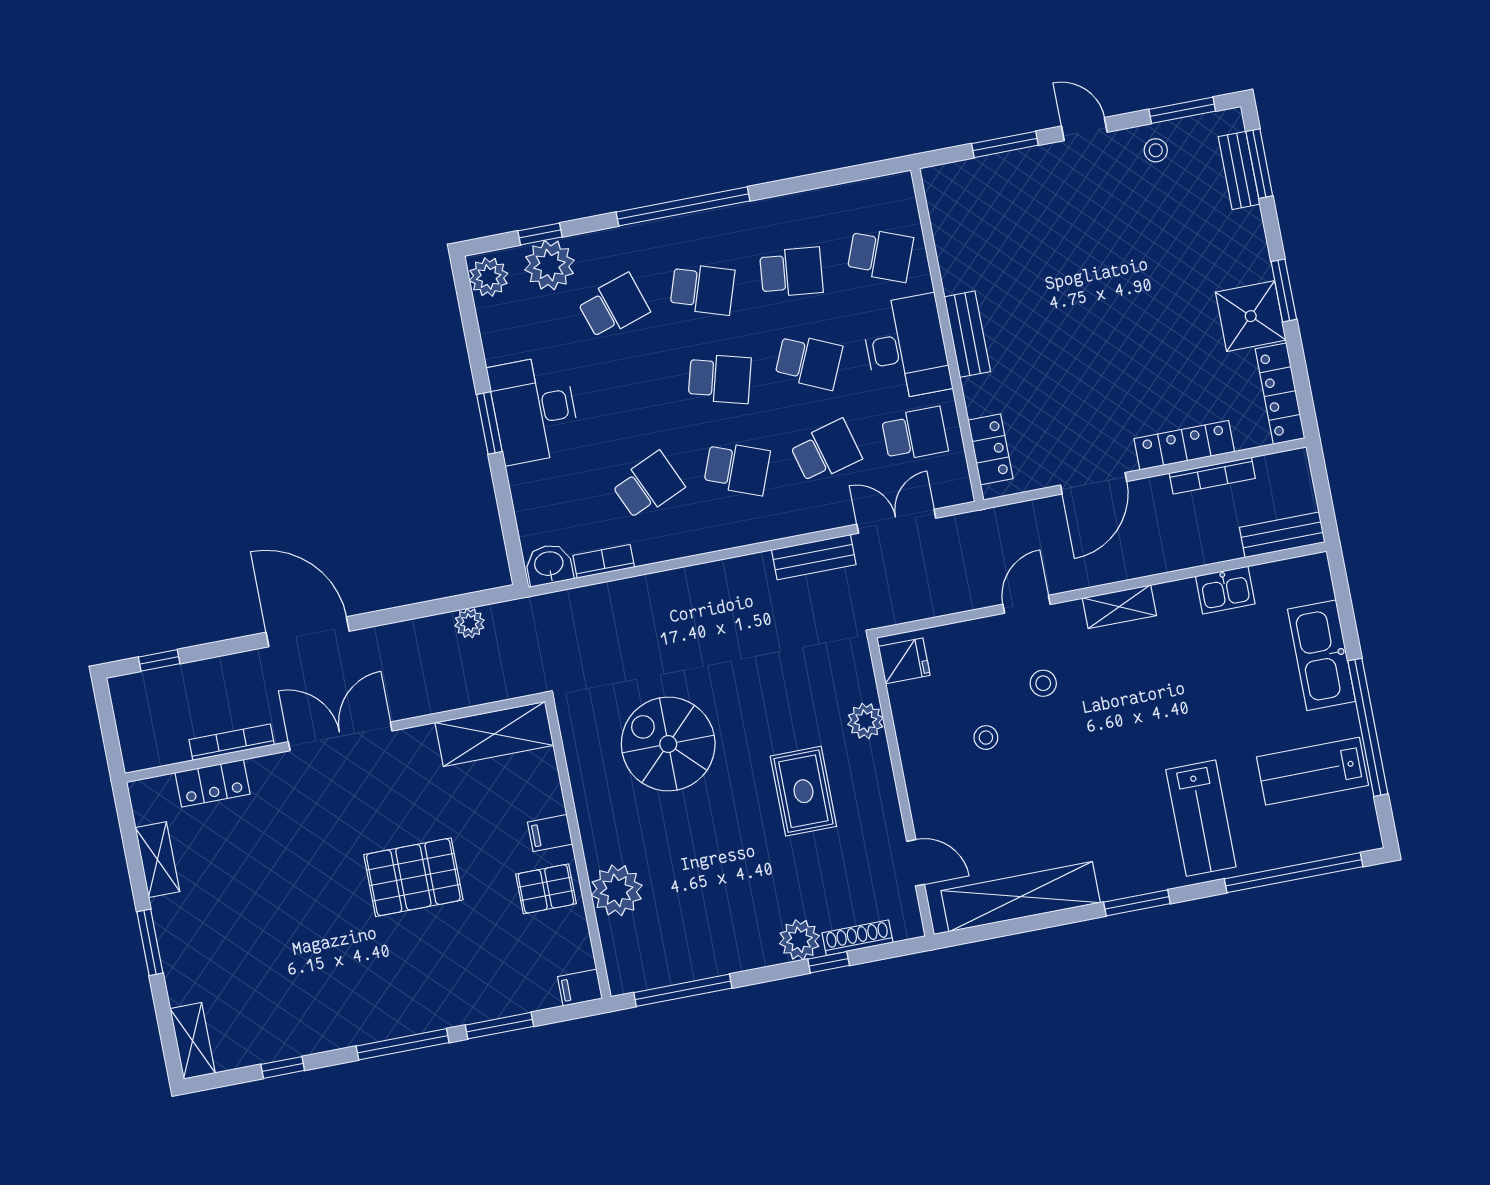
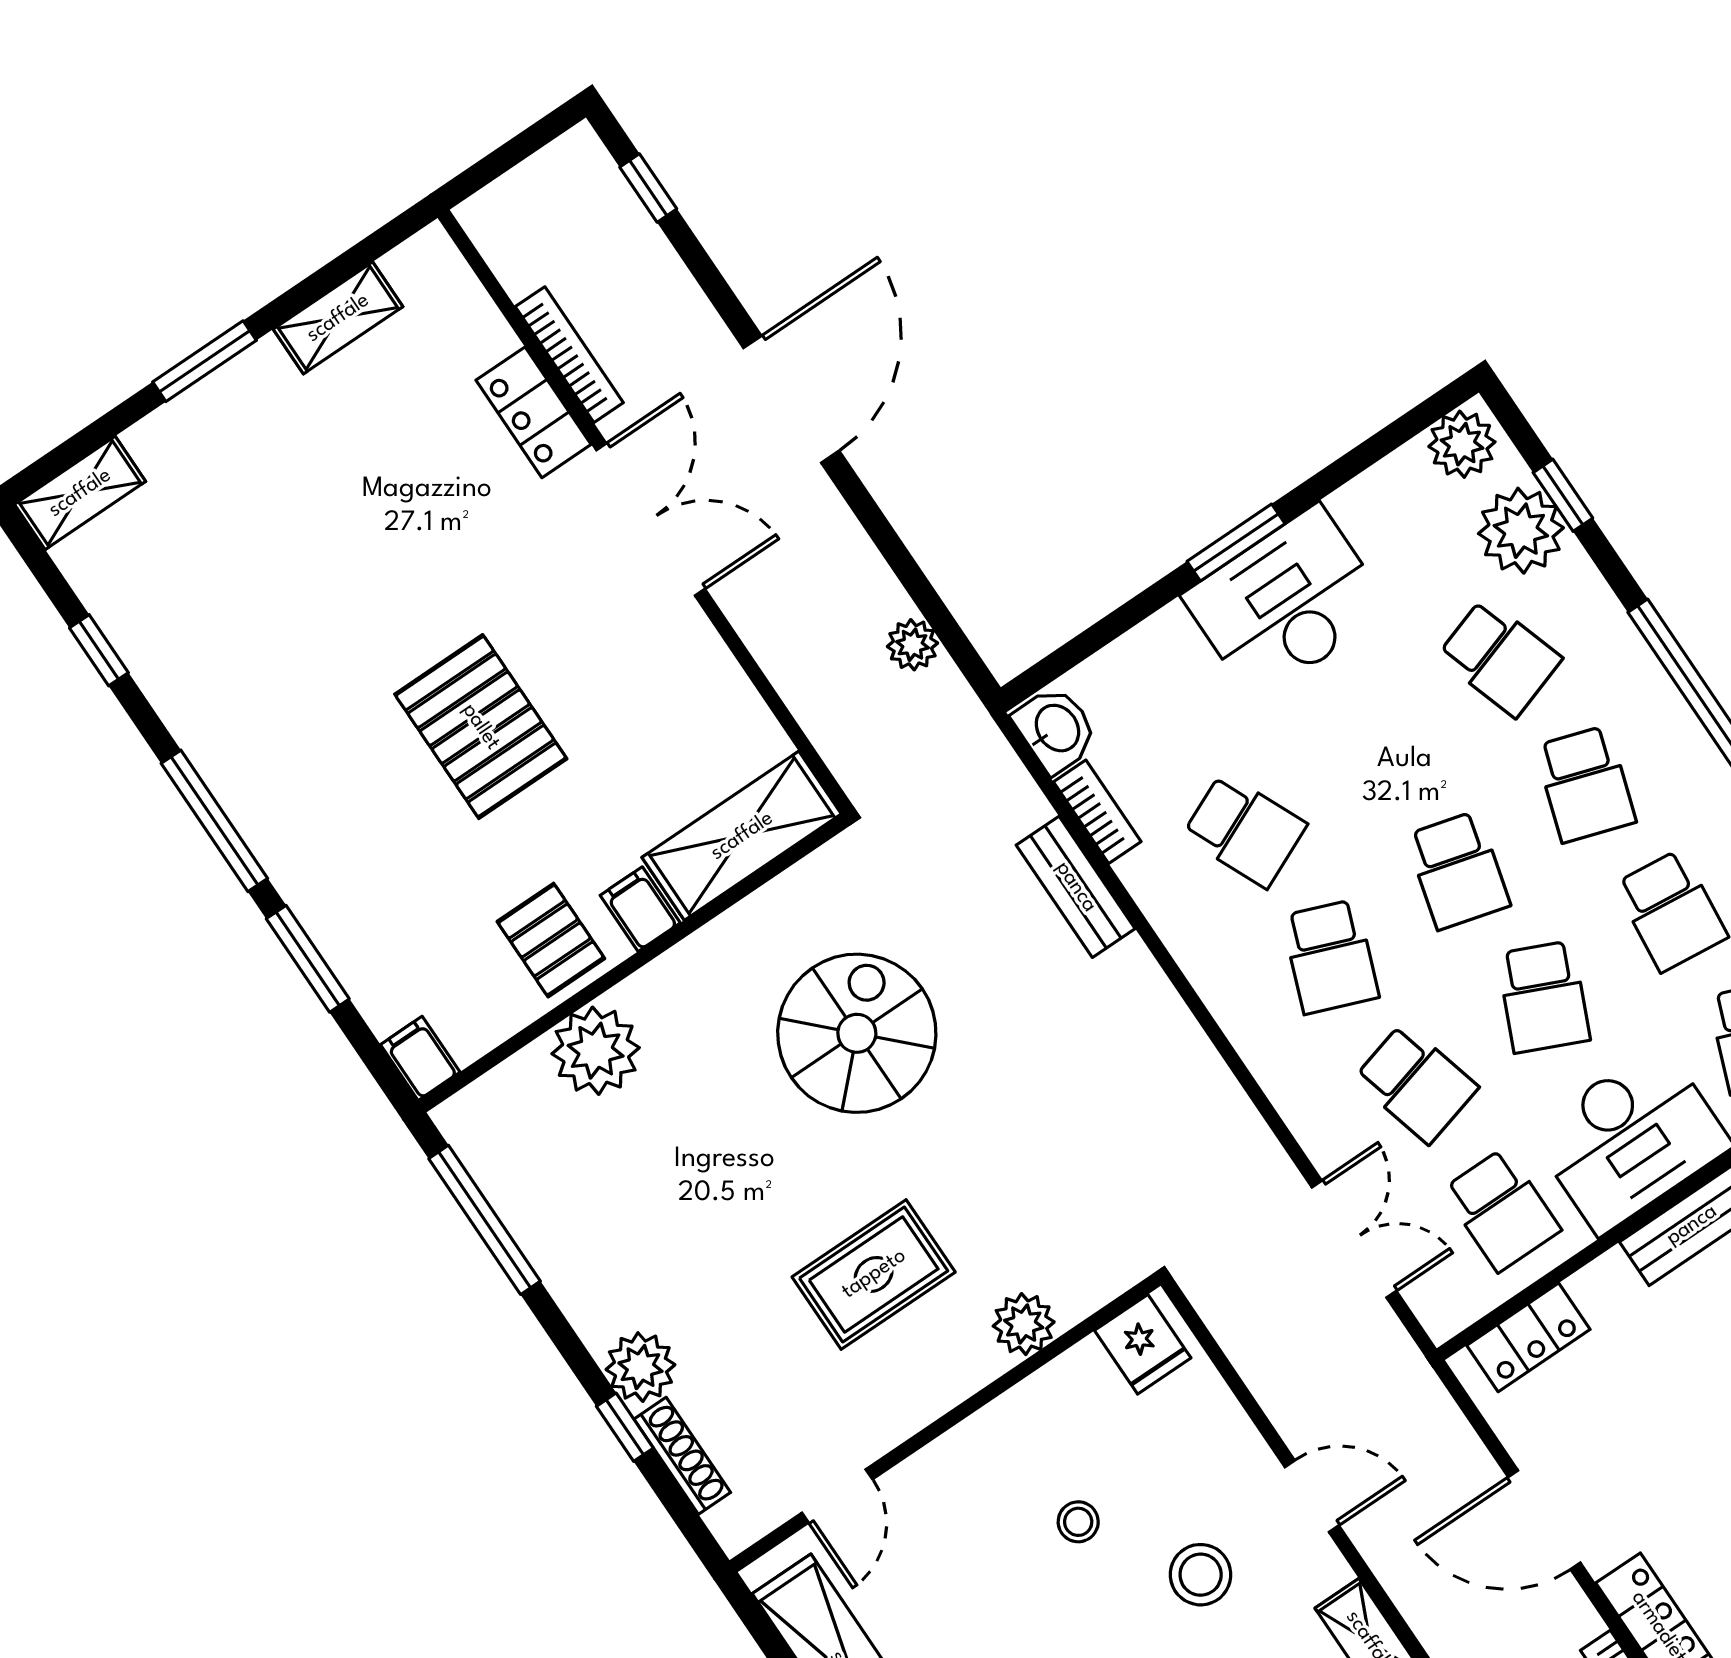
bench: (814, 557) -> (1076, 887), moved
stool: (1043, 683) -> (1201, 1575), width x1.37, depth x1.37
shelving: (494, 734) -> (742, 836), moved, turned 90
locker: (213, 783) -> (533, 412), moved

